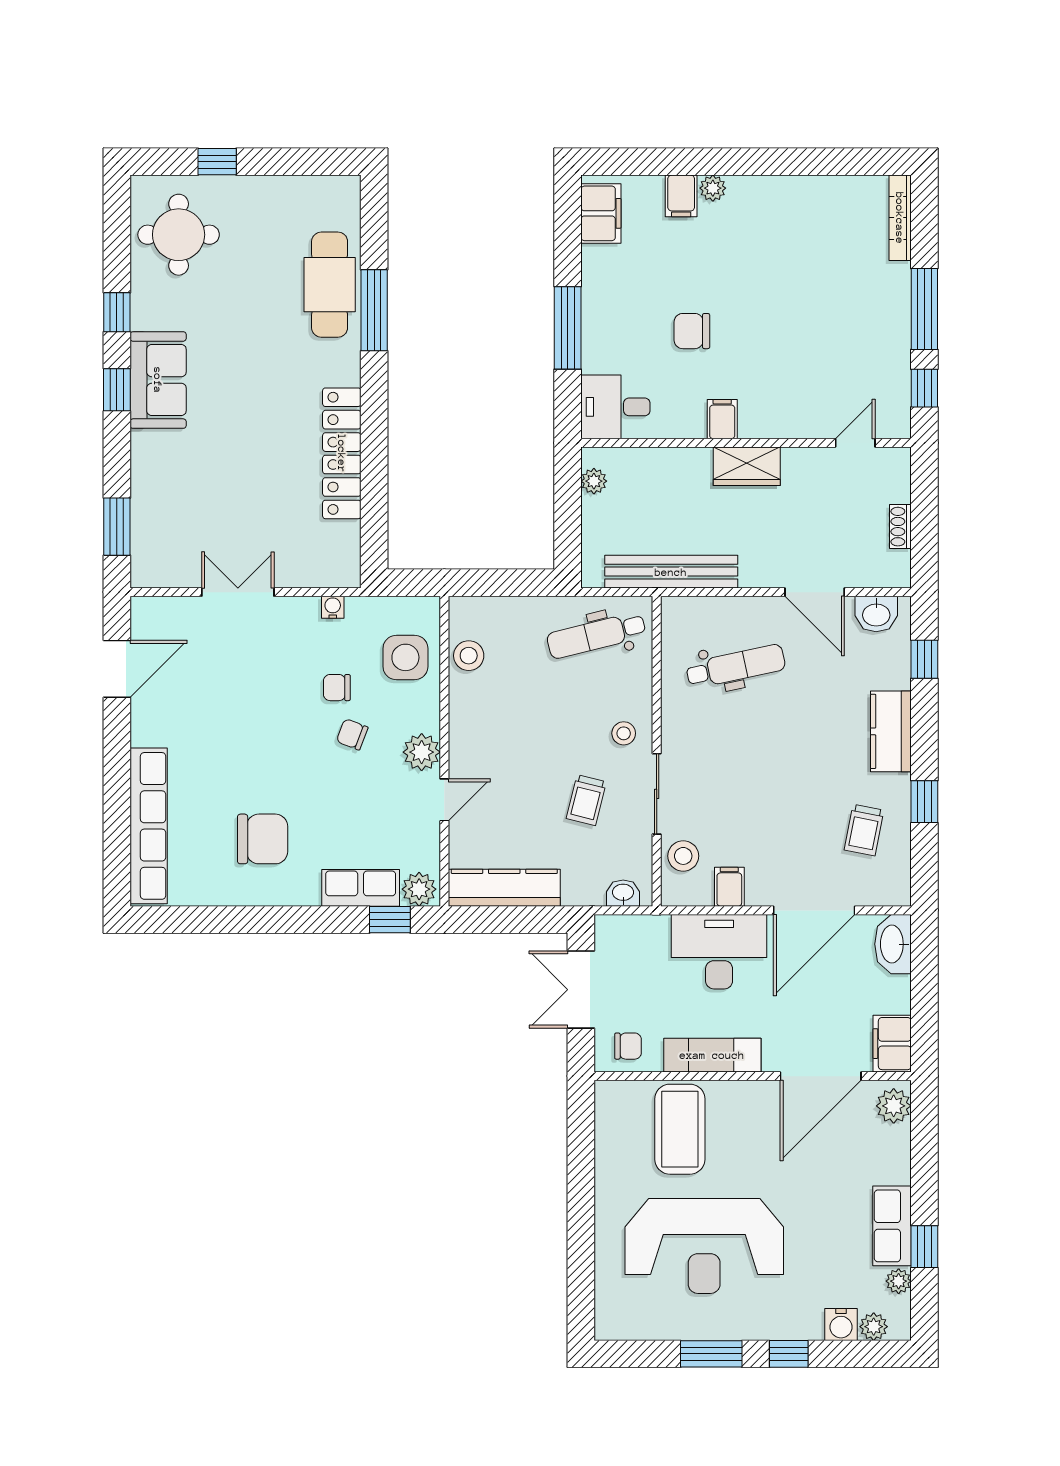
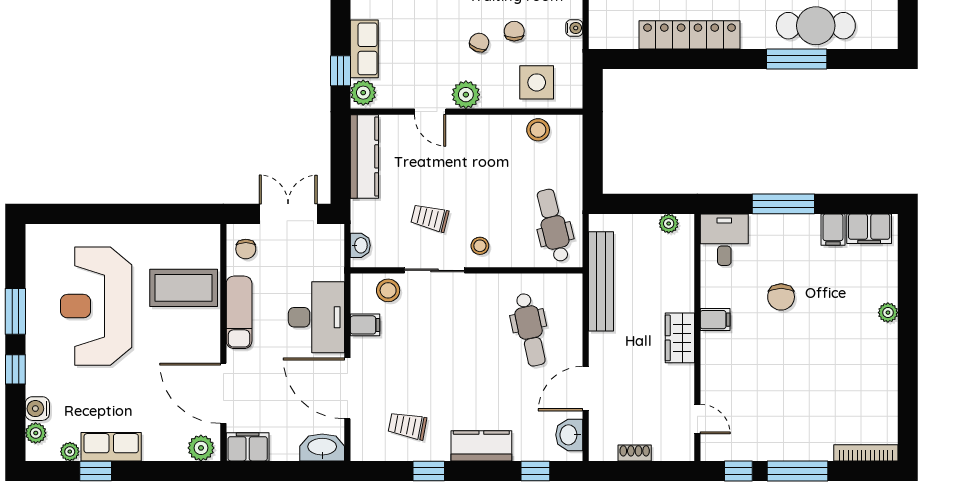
filing cabinet: (681, 196) -> (833, 230), moved, turned -90
chair: (692, 331) -> (781, 297), turned 180

